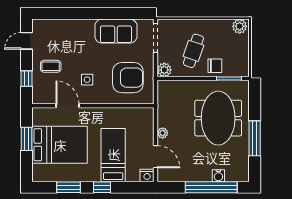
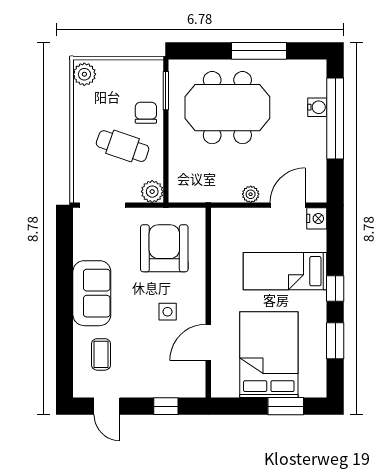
sofa: (116, 31) -> (92, 293), moved
coffee table: (51, 66) -> (101, 354), moved
window: (27, 139) -> (286, 406), moved

